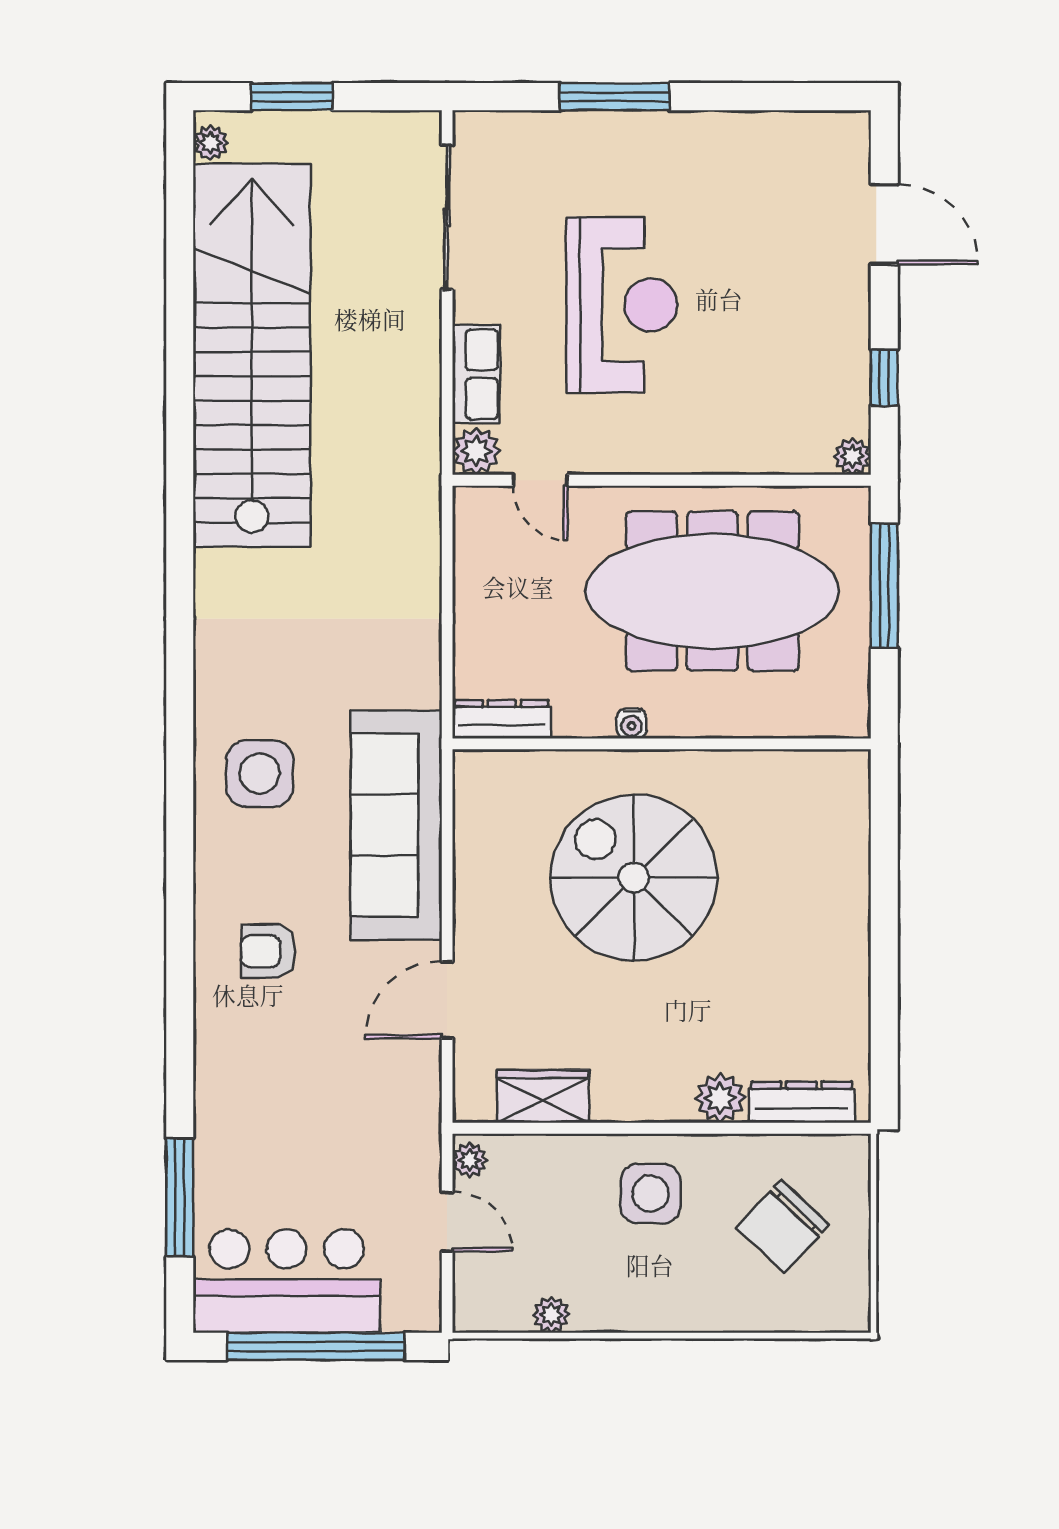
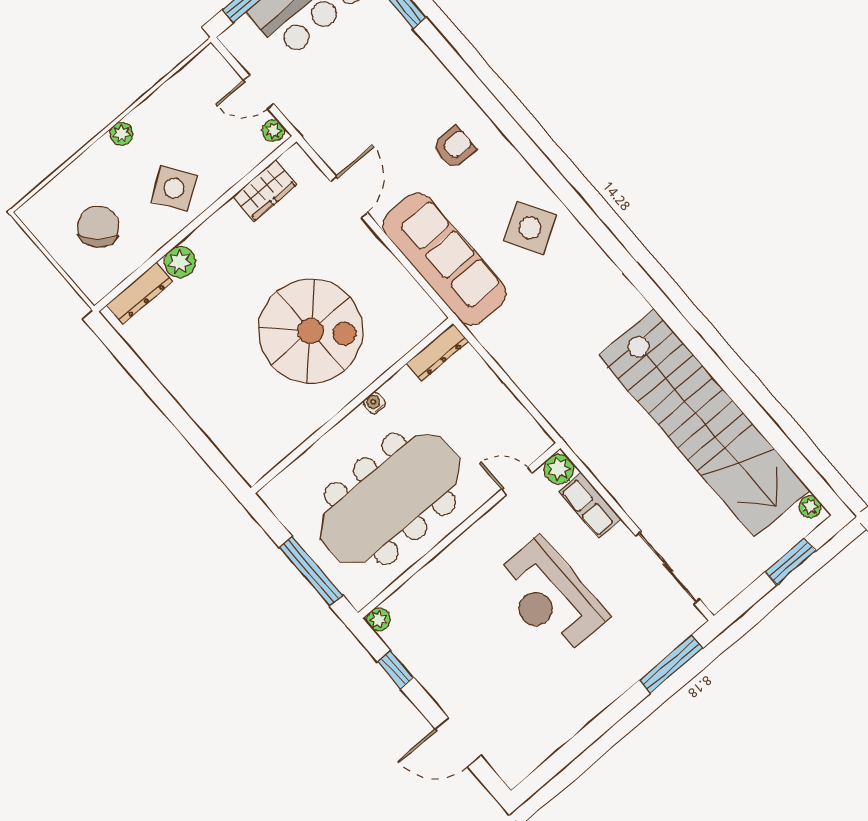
window: (615, 97) -> (671, 664), moved
side table: (260, 774) -> (530, 228), turned -31
side table: (650, 1194) -> (174, 188), turned -34
plant: (551, 1315) -> (122, 134), moved

